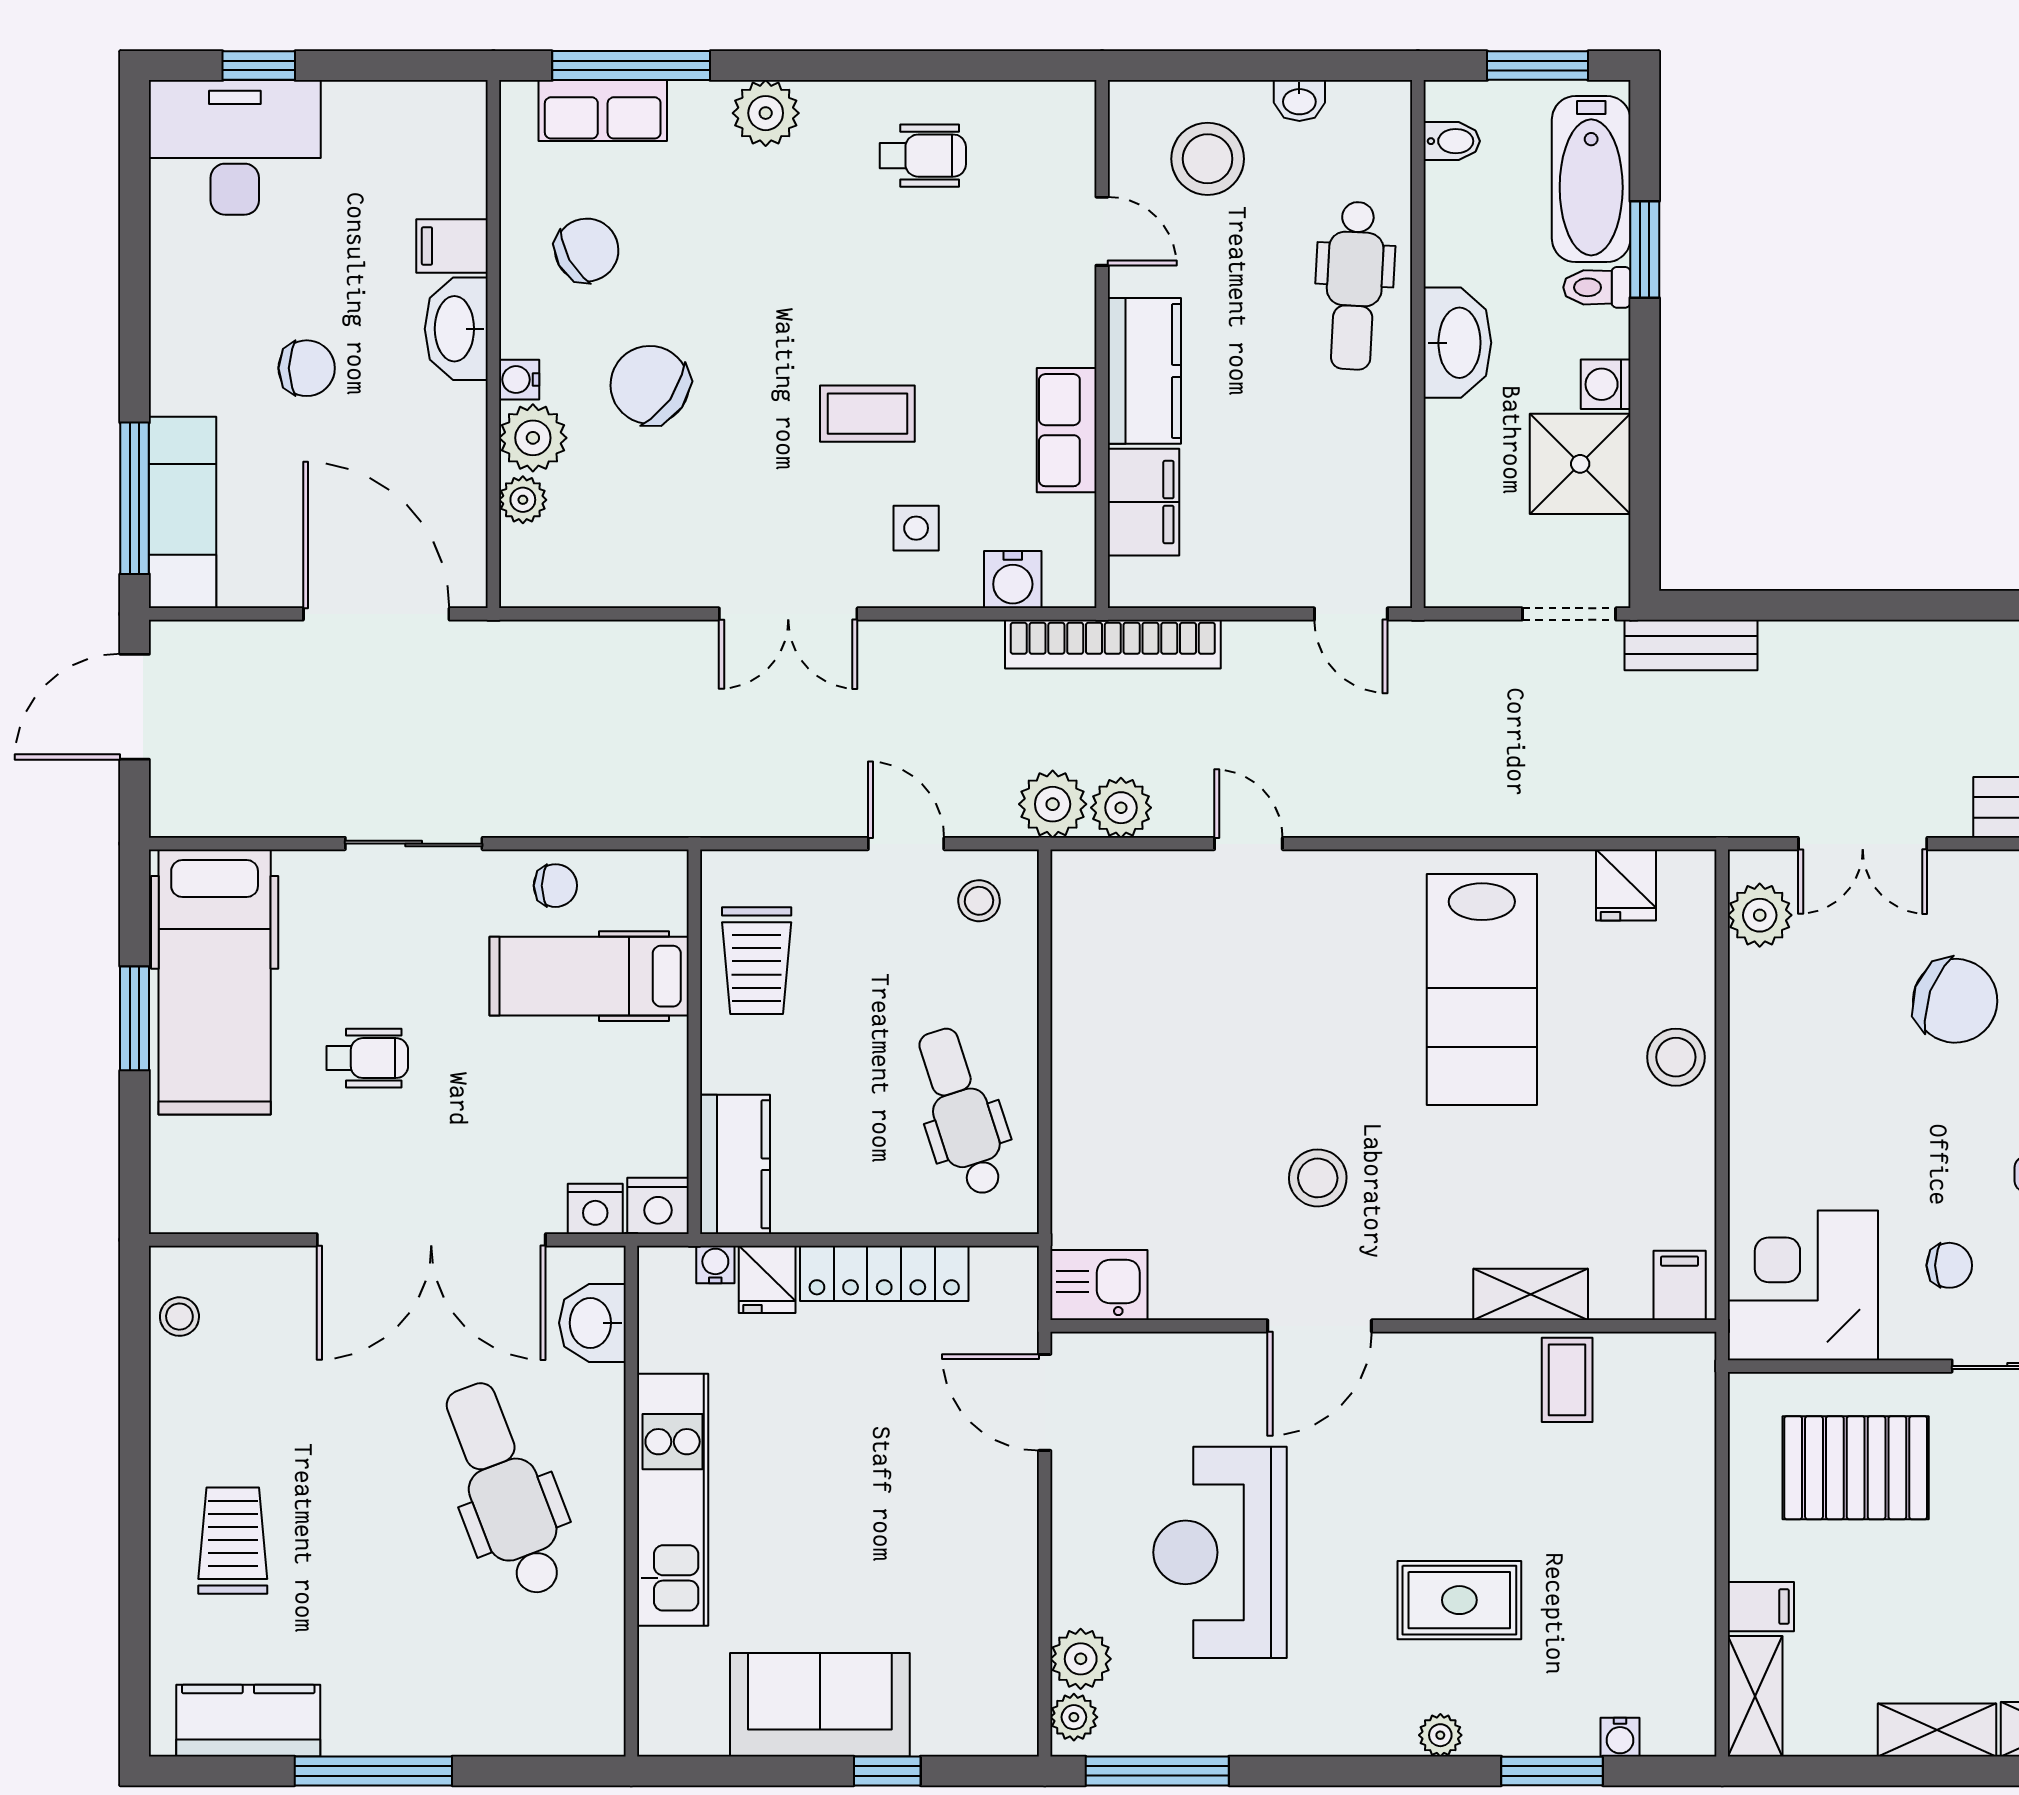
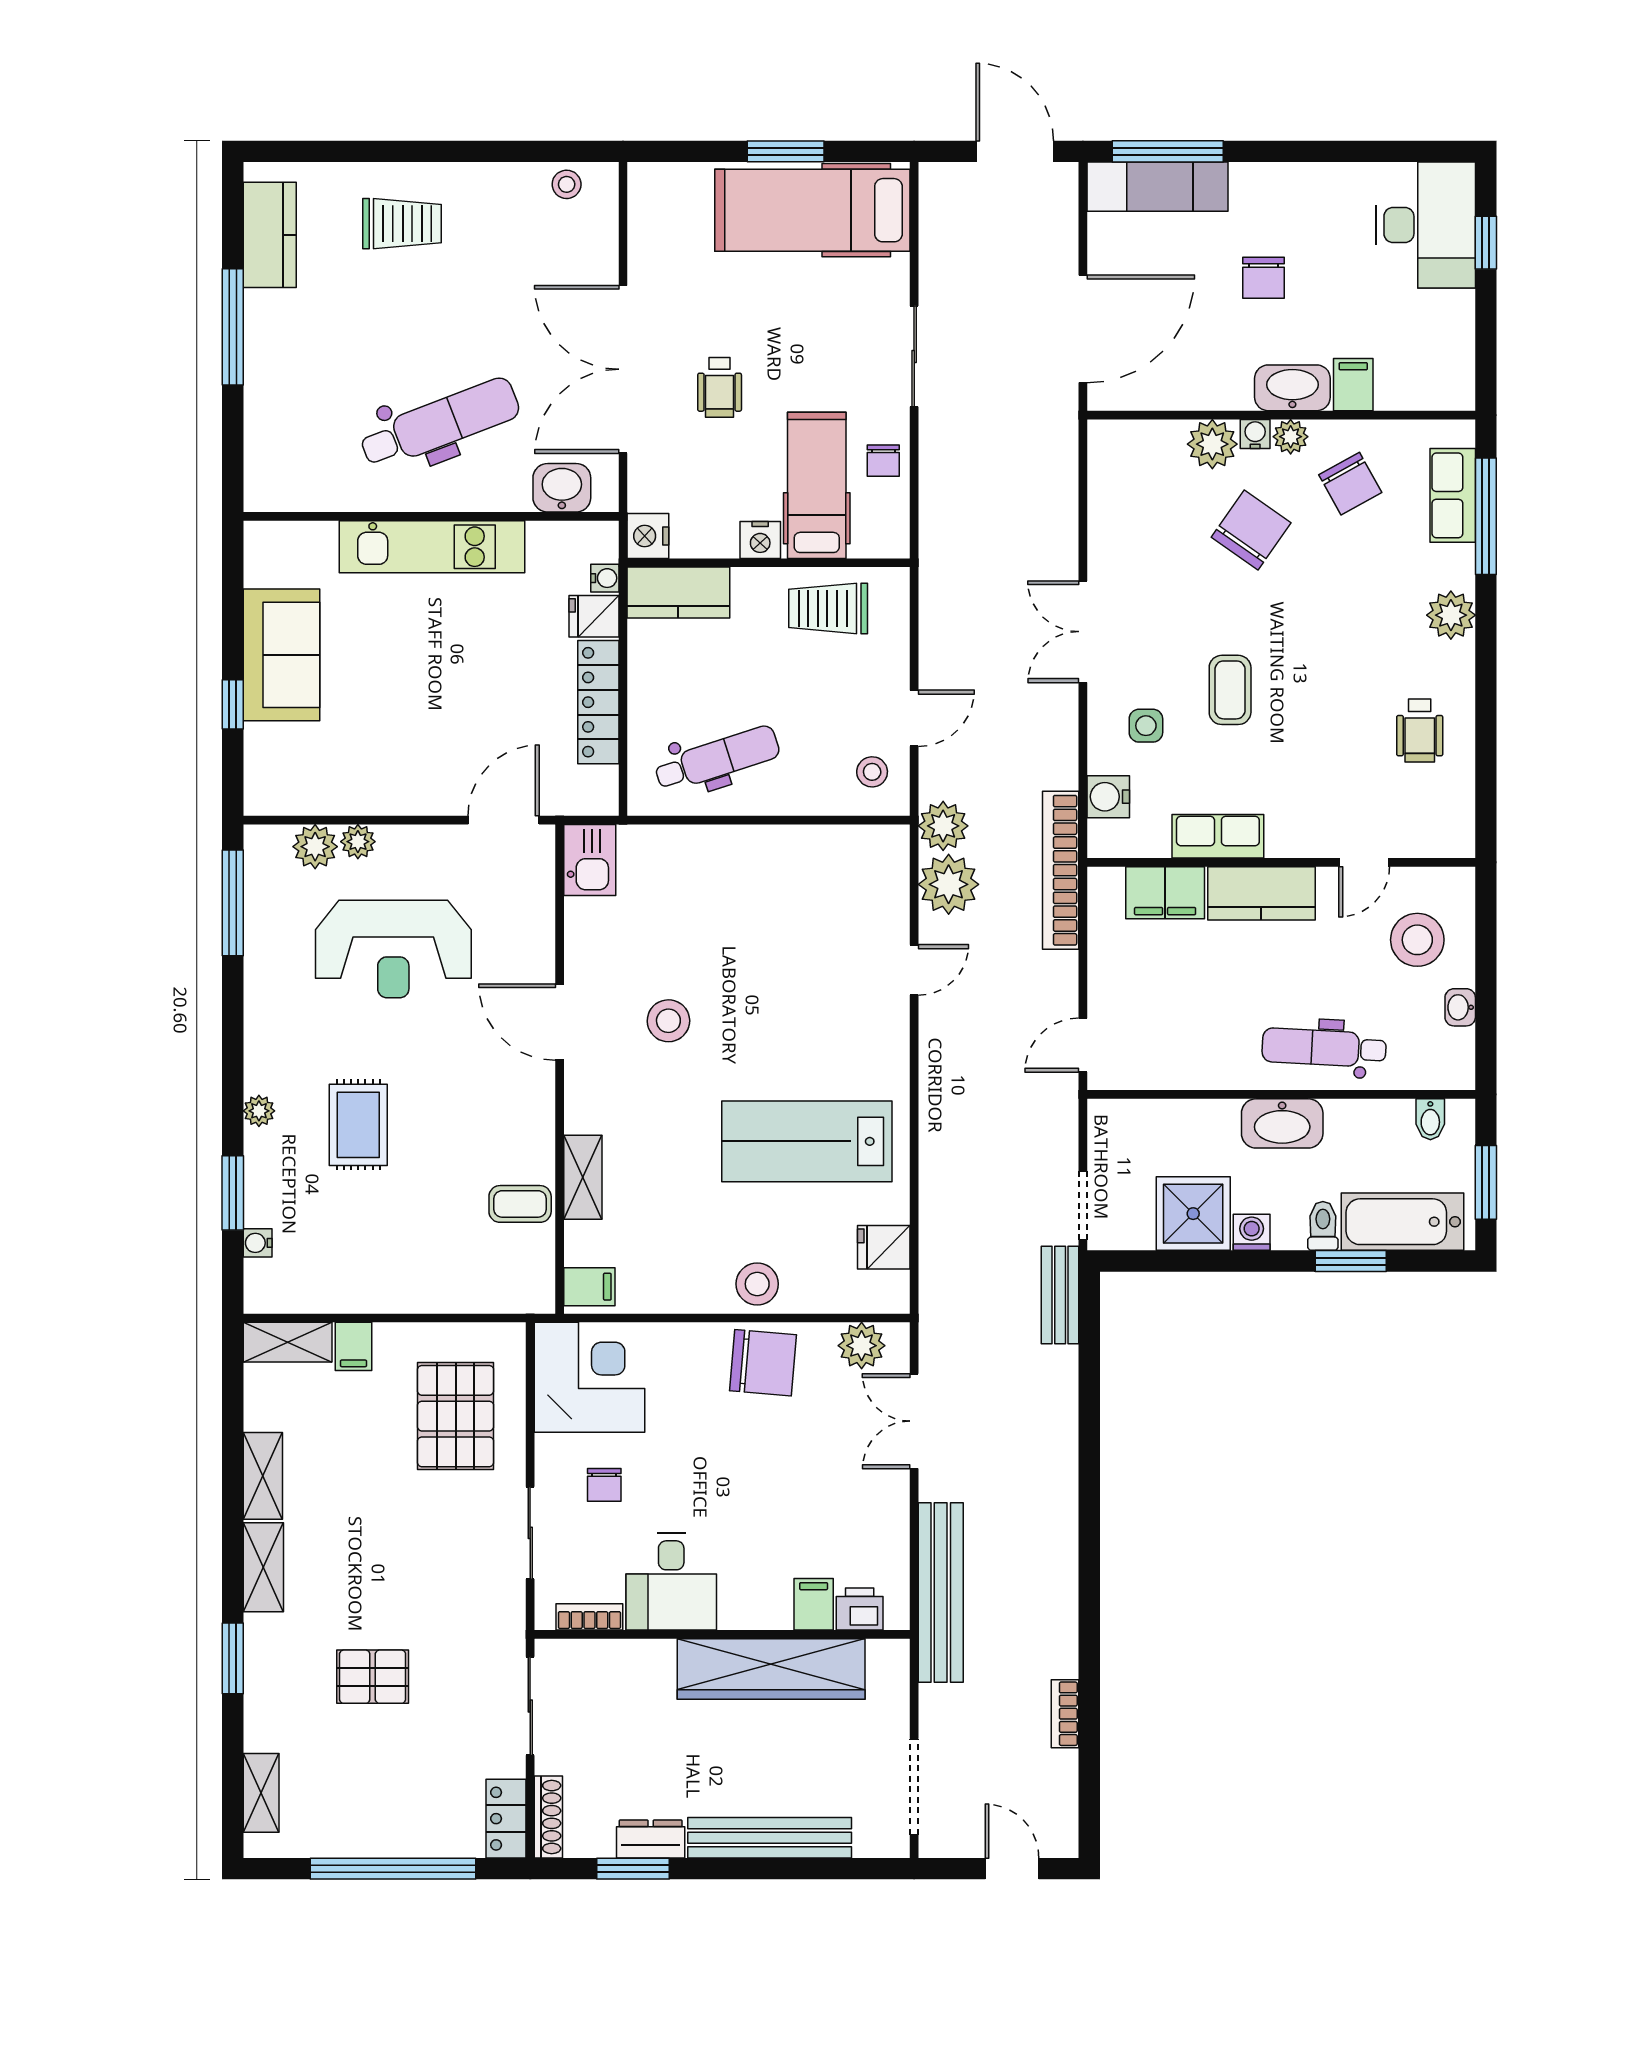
plant: (523, 500) -> (1291, 437), moved
plant: (1121, 808) -> (949, 884), width x1.36, depth x1.36
chair: (1955, 1001) -> (763, 1363), moved, turned -105
wheelchair: (367, 1058) -> (720, 387), moved
nightstand: (595, 1209) -> (760, 540), moved, turned -90
reception desk: (1220, 1552) -> (393, 949), turned 180
plant: (1074, 1717) -> (358, 842), moved

